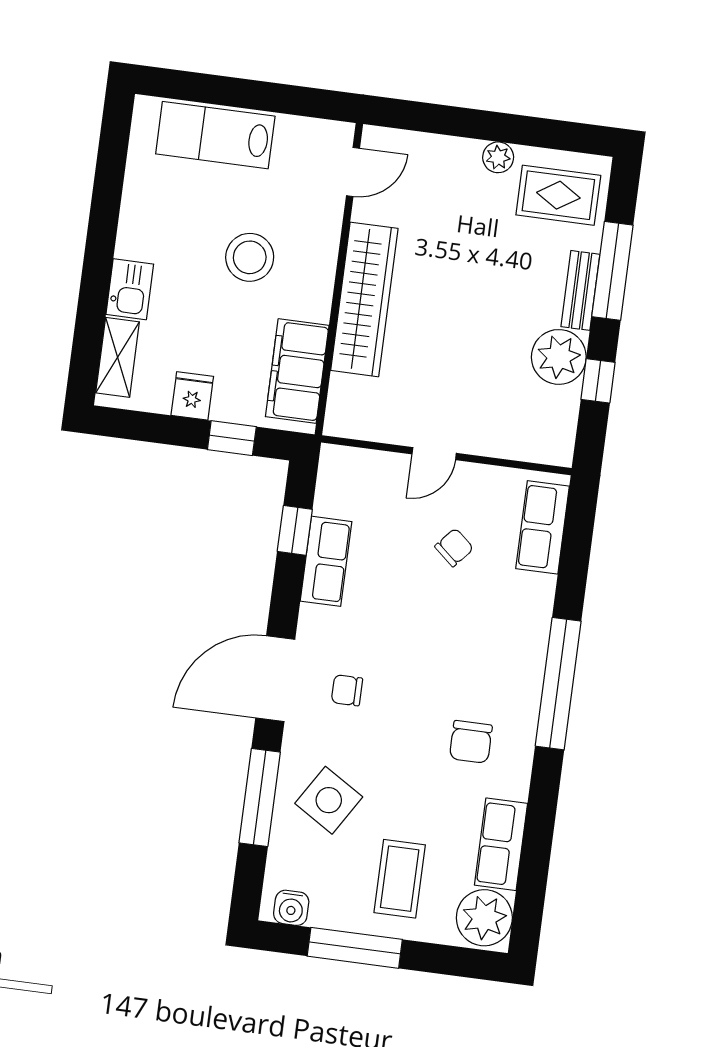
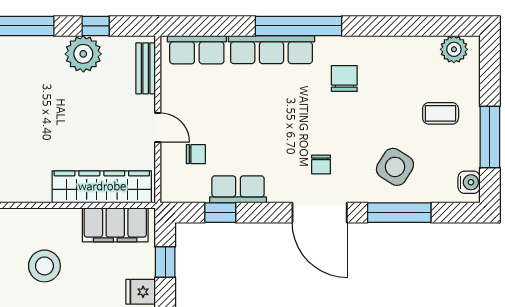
bench: (580, 290) -> (146, 68), moved, turned 90
wardrobe: (364, 299) -> (102, 187), moved
chair: (454, 547) -> (196, 154), moved, turned 139
chair: (471, 742) -> (344, 78), turned -90
row of seats: (501, 844) -> (271, 50), moved, width x1.48
coffee table: (400, 879) -> (441, 113), width x0.73, depth x0.77
plant: (484, 918) -> (454, 49), width x0.73, depth x0.73

